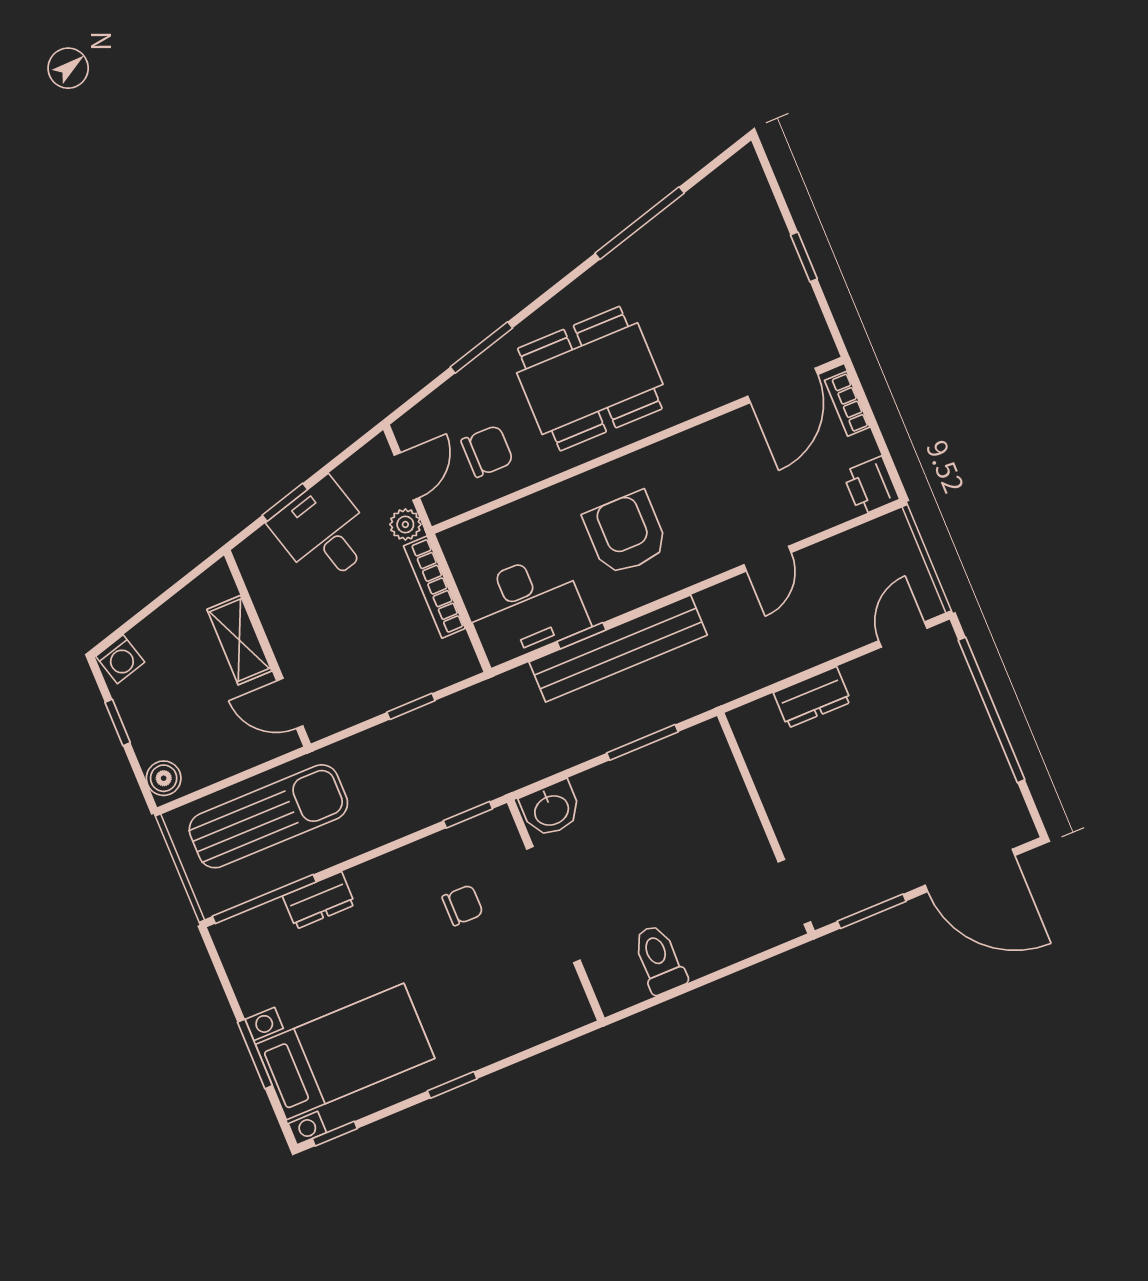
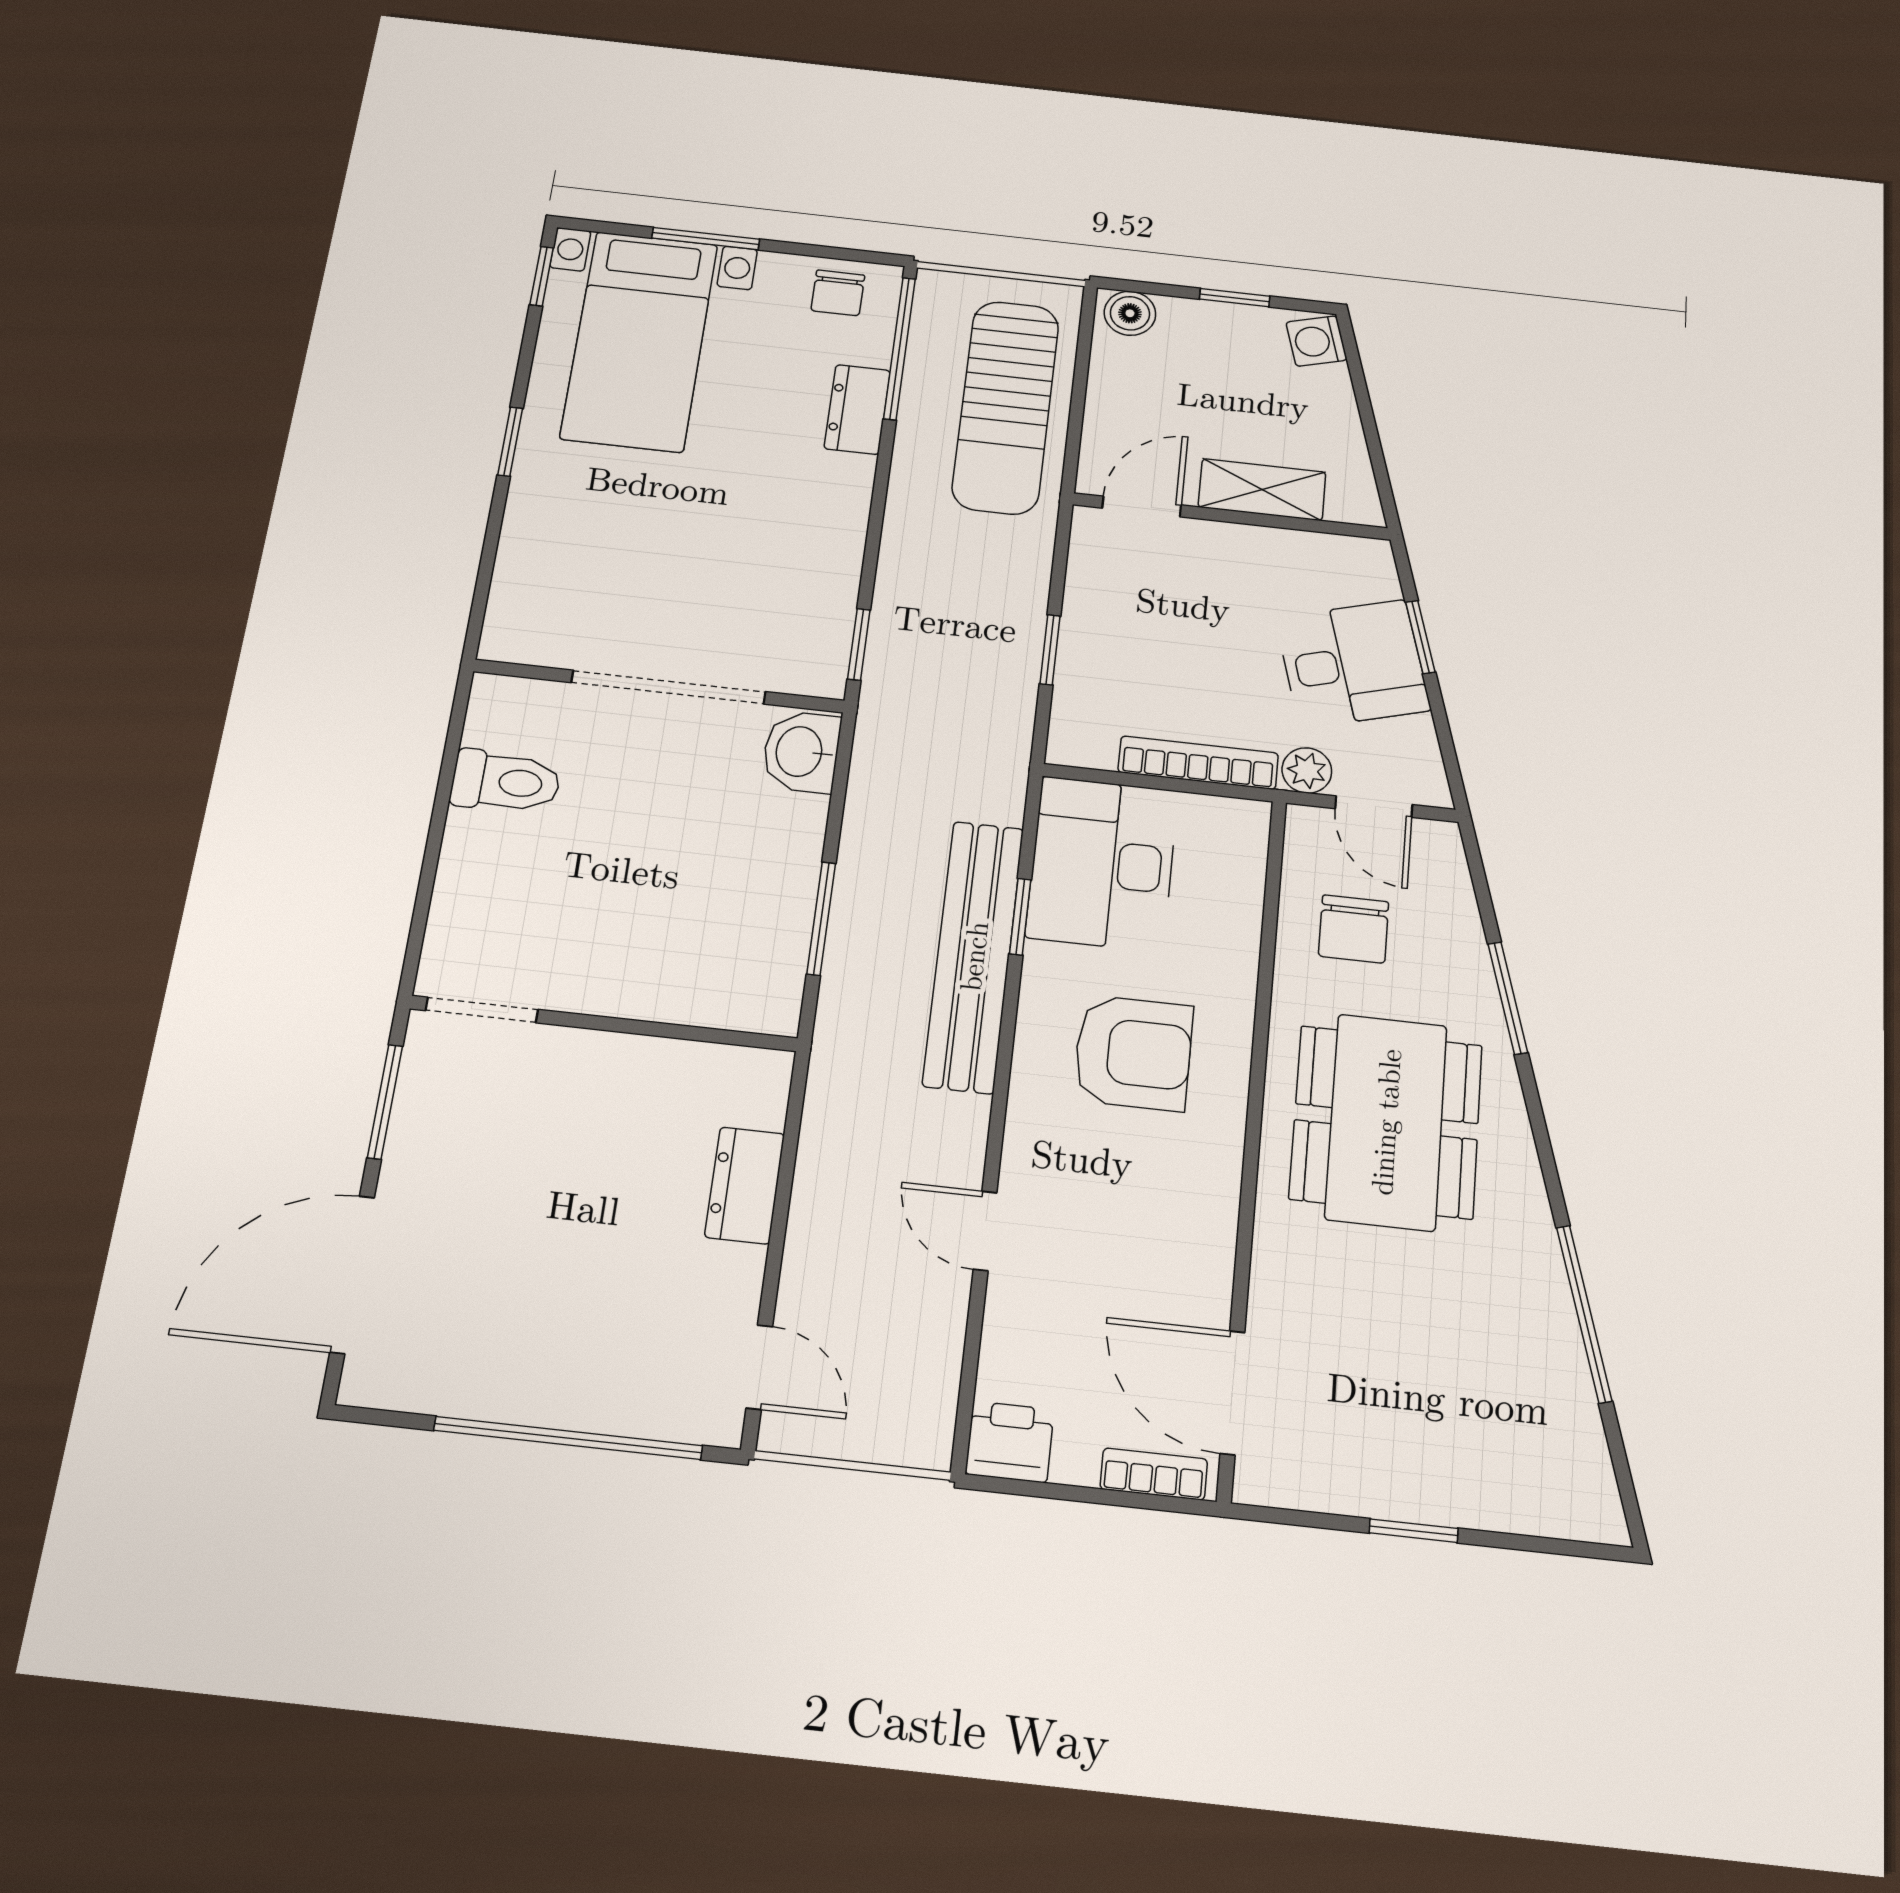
chair: (463, 905) -> (838, 293), moved

